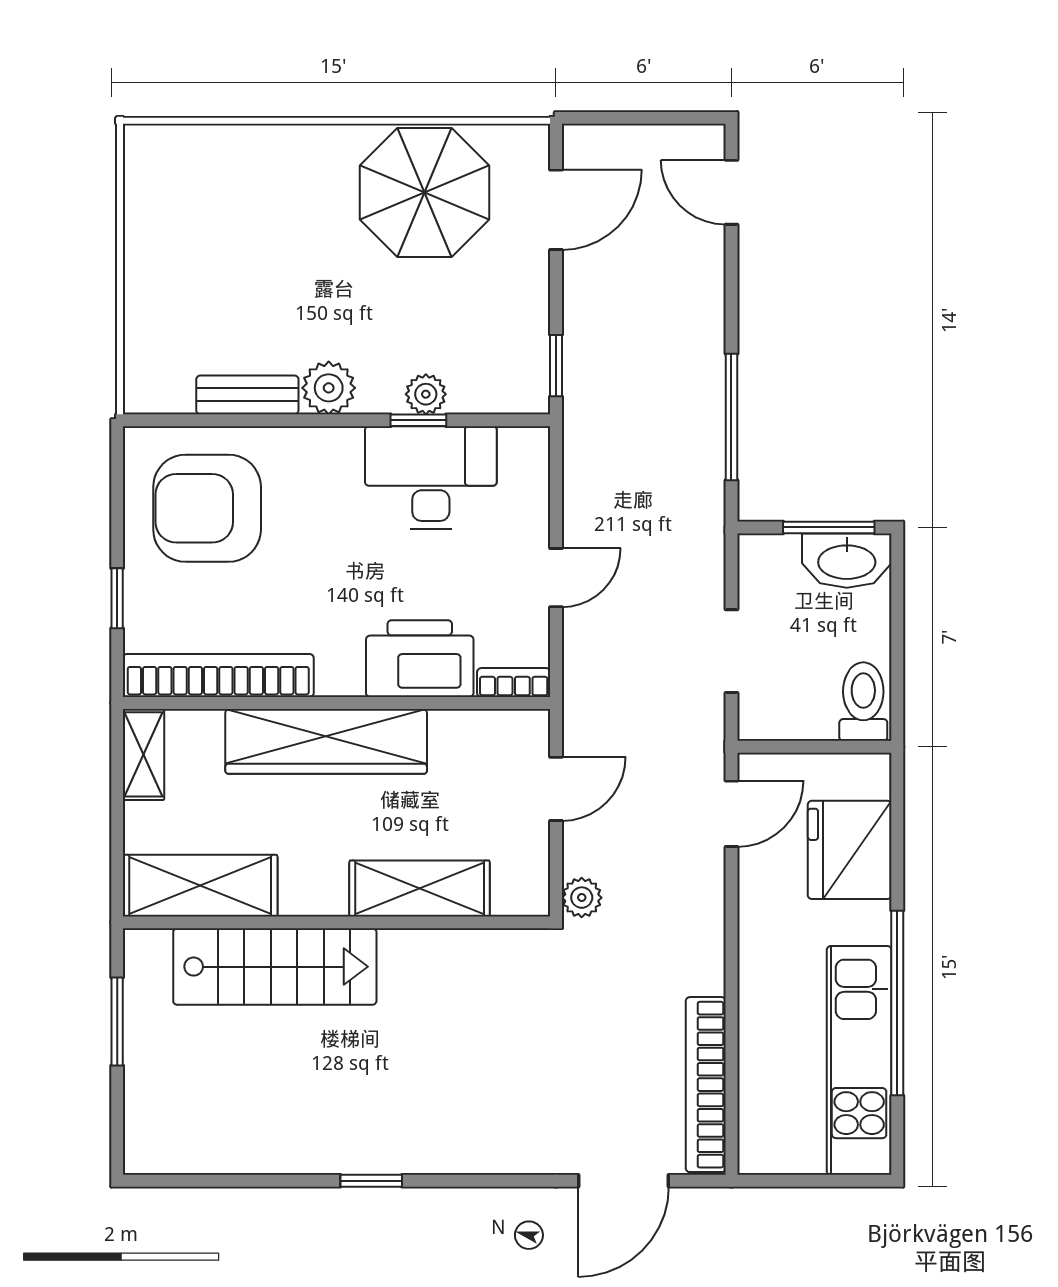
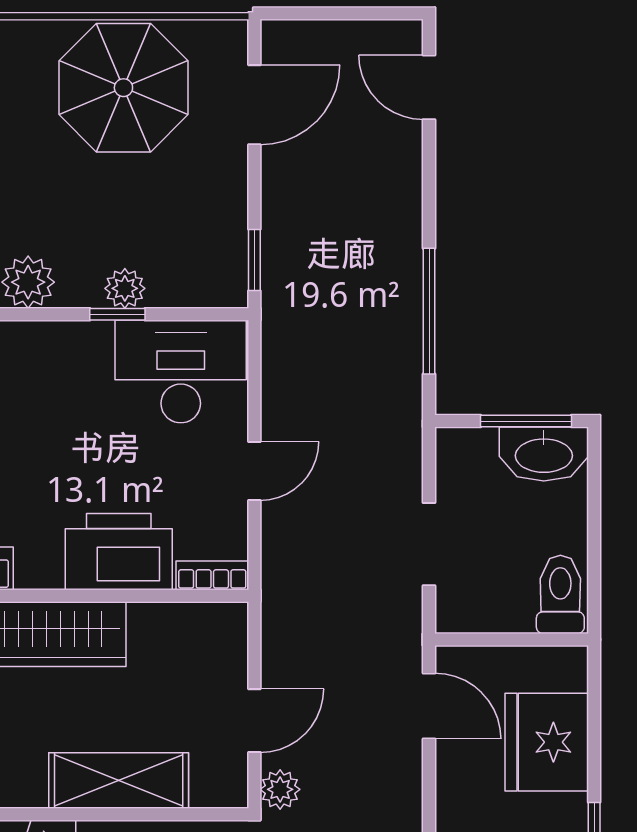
desk: (431, 478) -> (181, 372), moved
door: (556, 789) -> (254, 721), moved
door: (731, 814) -> (429, 706), hinge flipped

